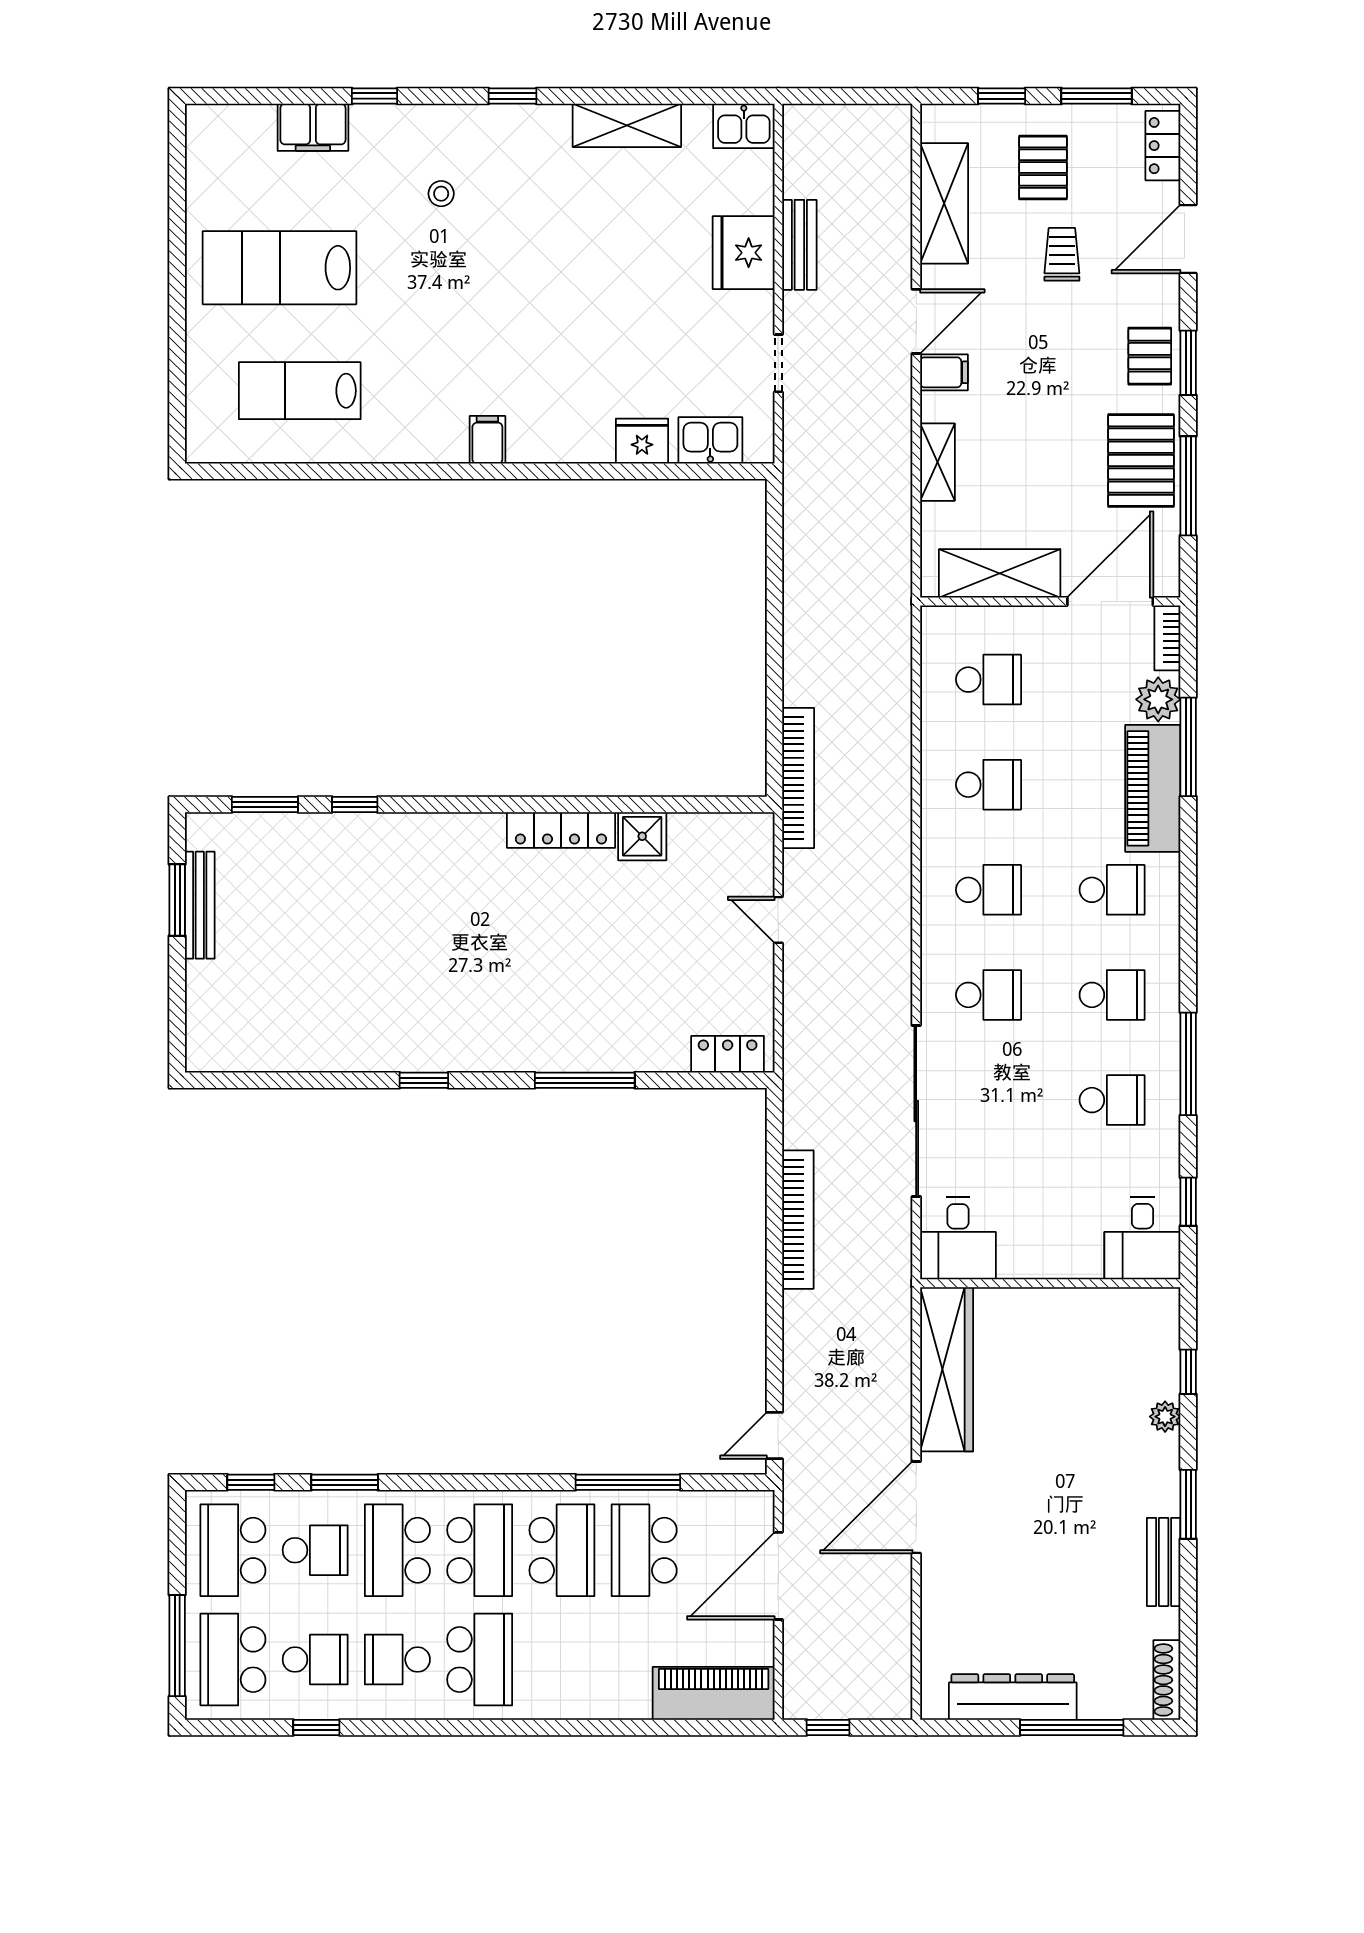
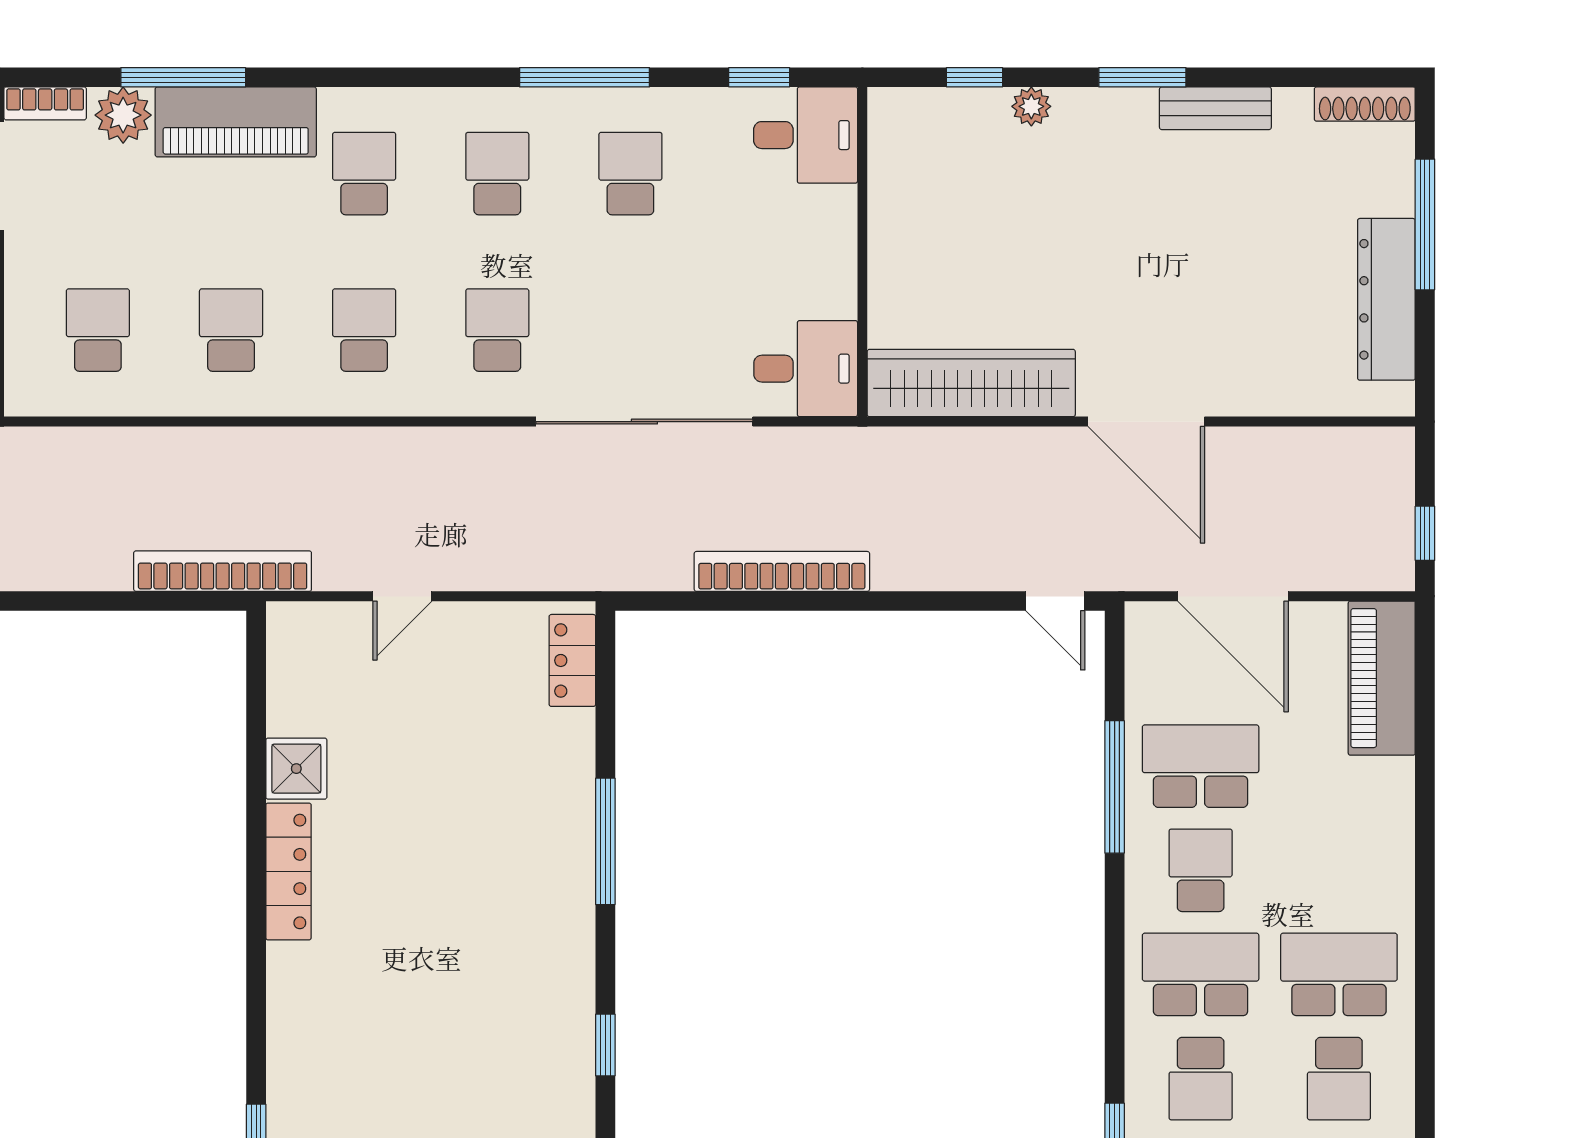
school desk: (397, 1550) -> (1201, 1079), width x0.54
school desk: (562, 1550) -> (1201, 870), width x0.54
school desk: (644, 1550) -> (1201, 766), turned 180

